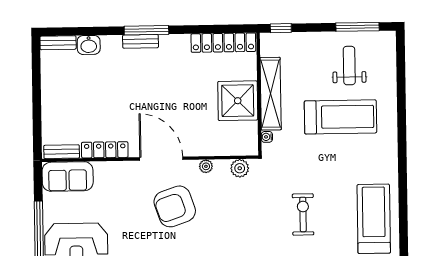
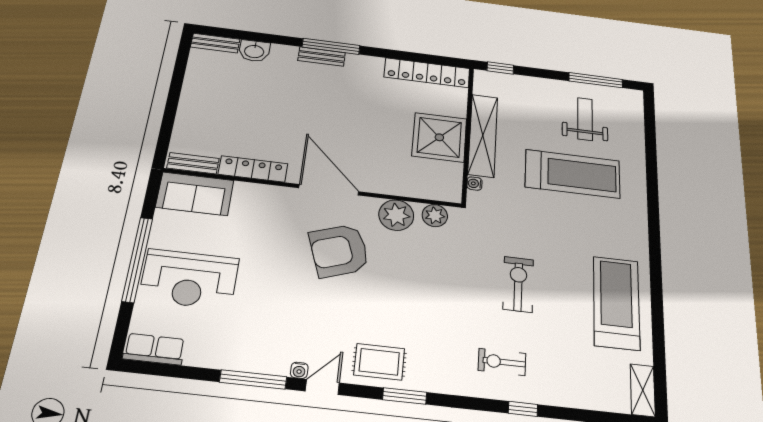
plant: (206, 166) -> (396, 215), width x1.87, depth x1.87

